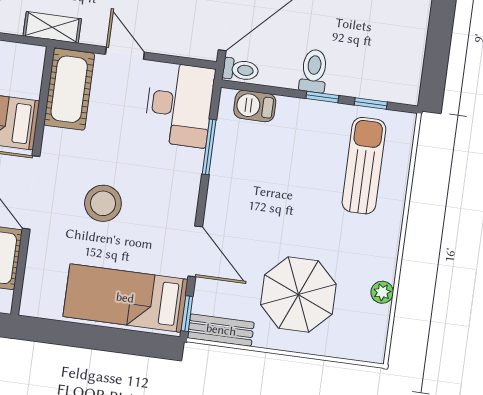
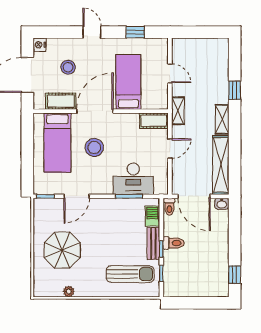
cot: (69, 89) -> (154, 121), width x0.73, depth x0.75
desk: (179, 105) -> (133, 179), moved
bed: (125, 298) -> (57, 143), moved, turned 180
bench: (221, 330) -> (153, 243), moved

